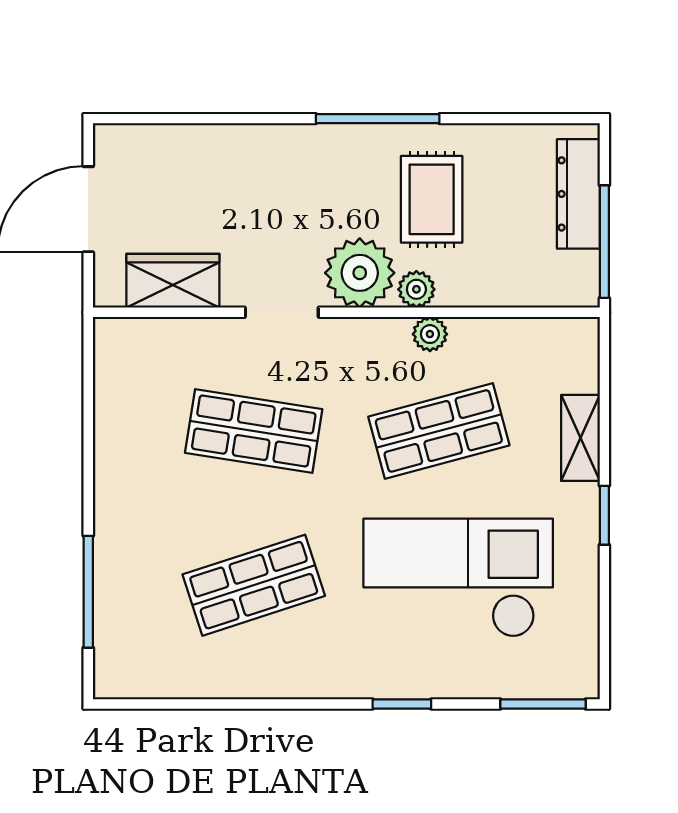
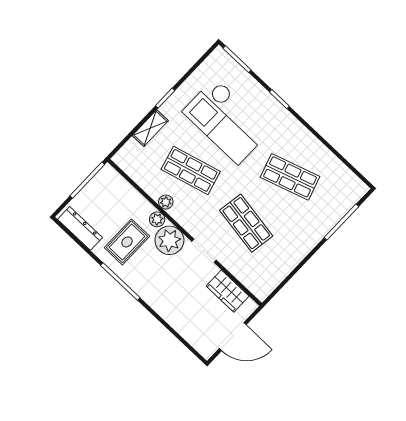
dresser: (578, 194) -> (80, 228), moved, turned -90

